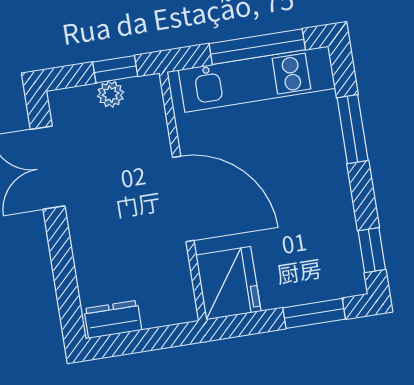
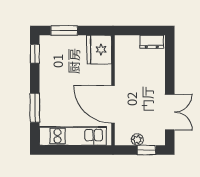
window: (257, 47) -> (70, 150), removed
window: (115, 69) -> (146, 150), moved
door: (183, 199) -> (113, 104), moved

